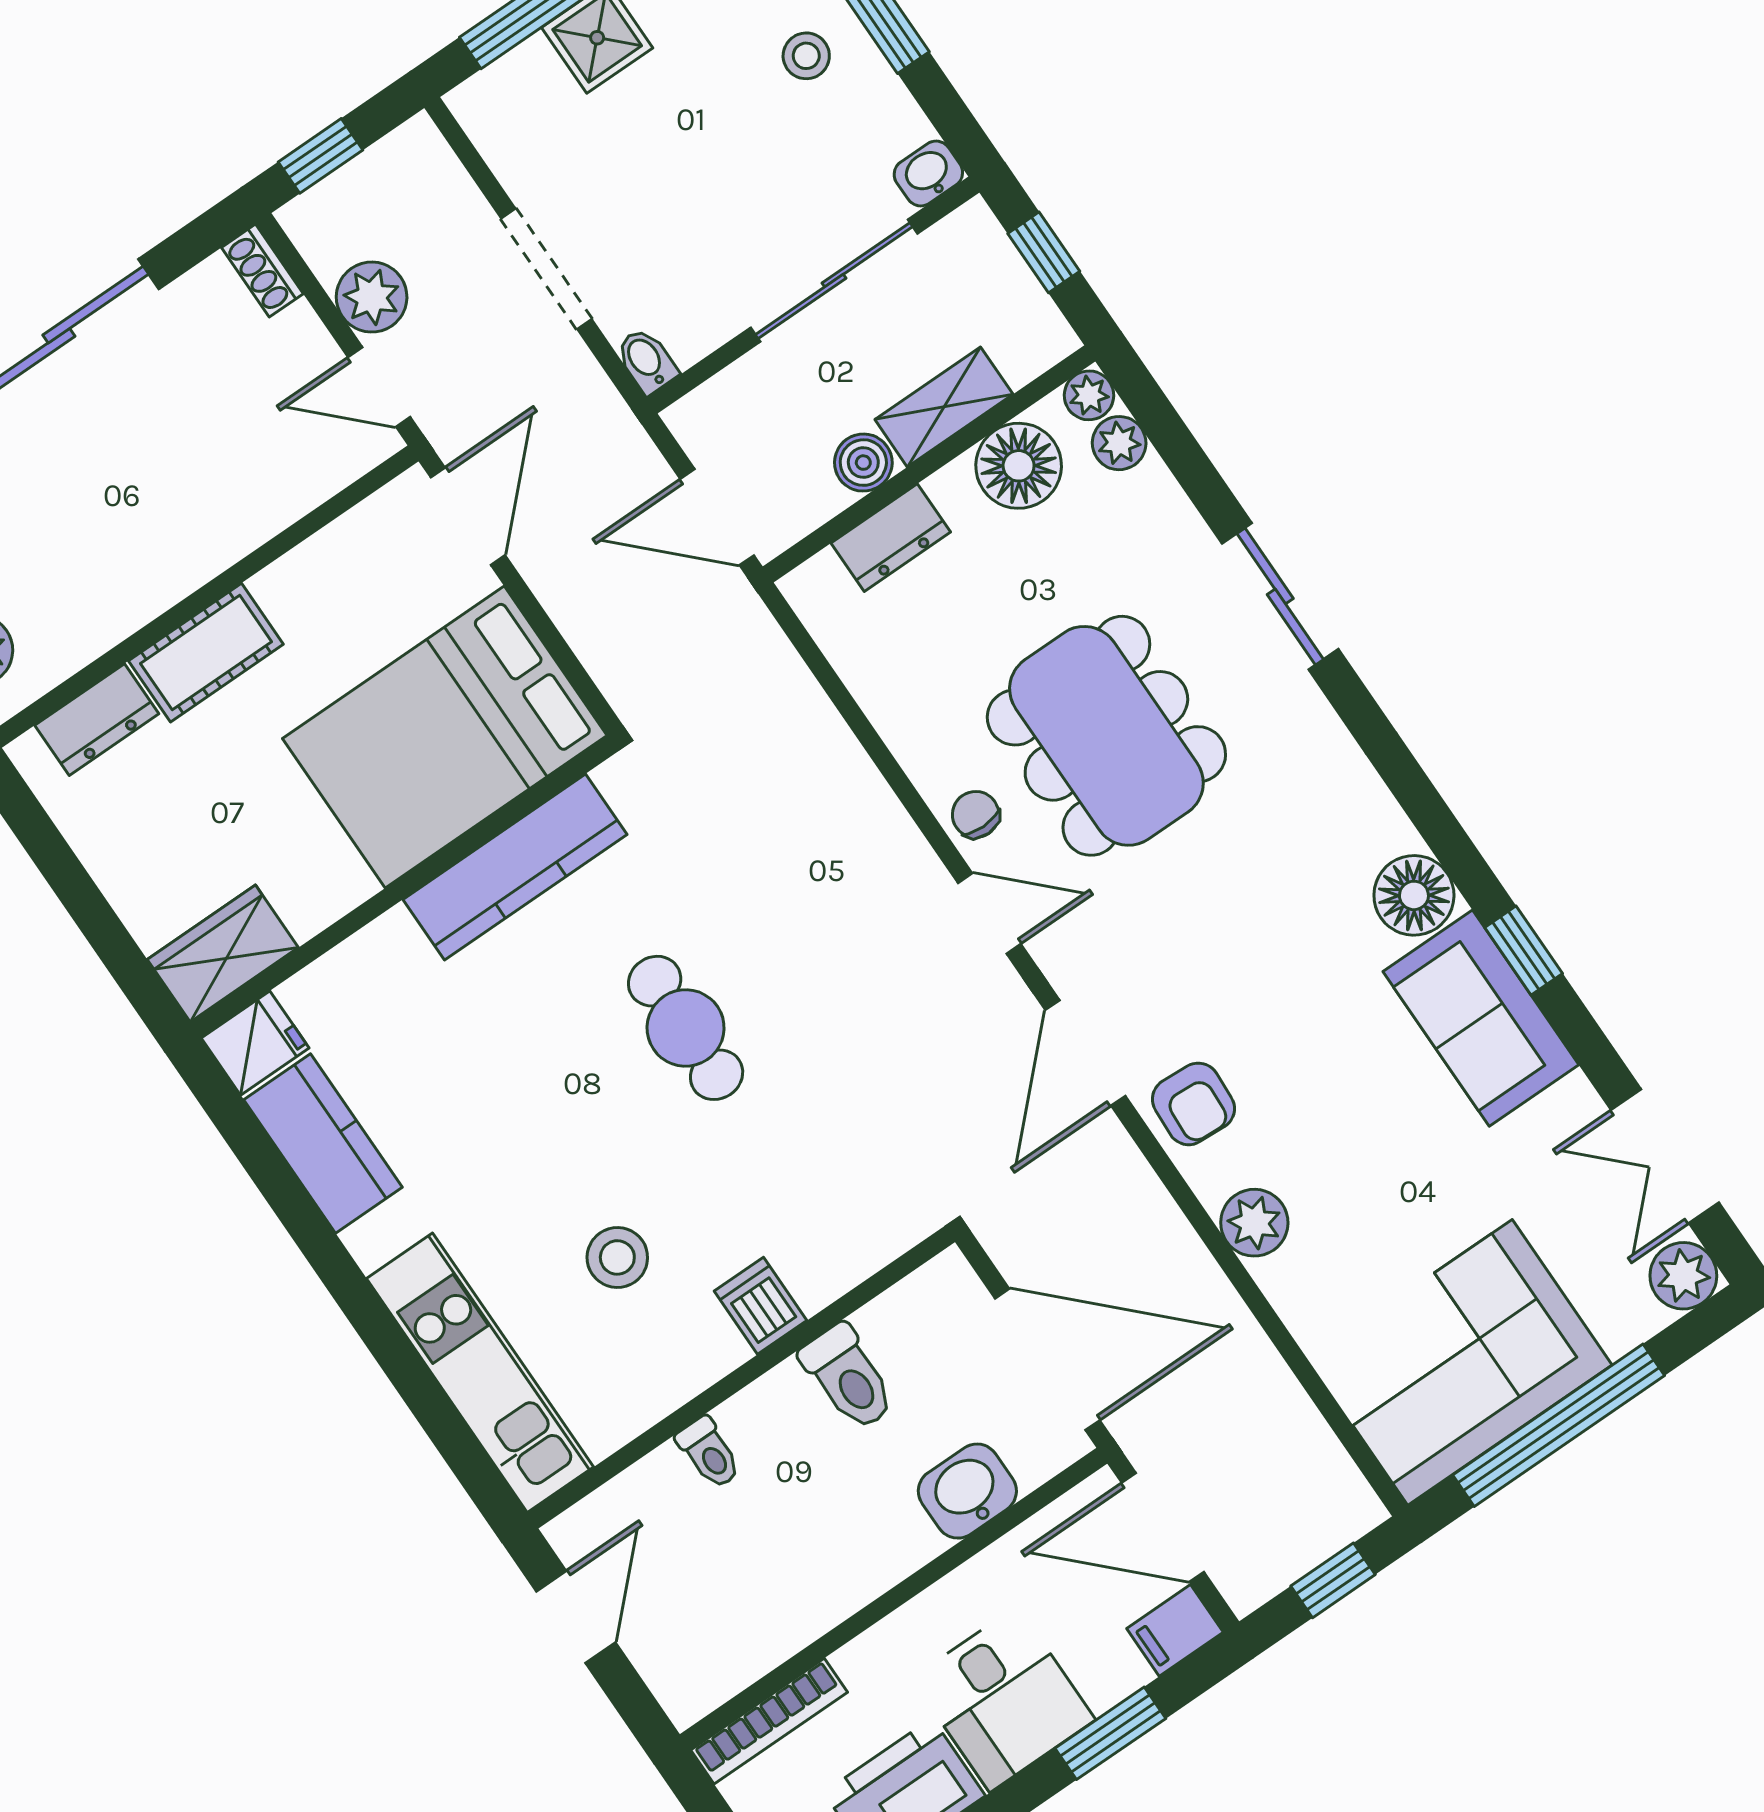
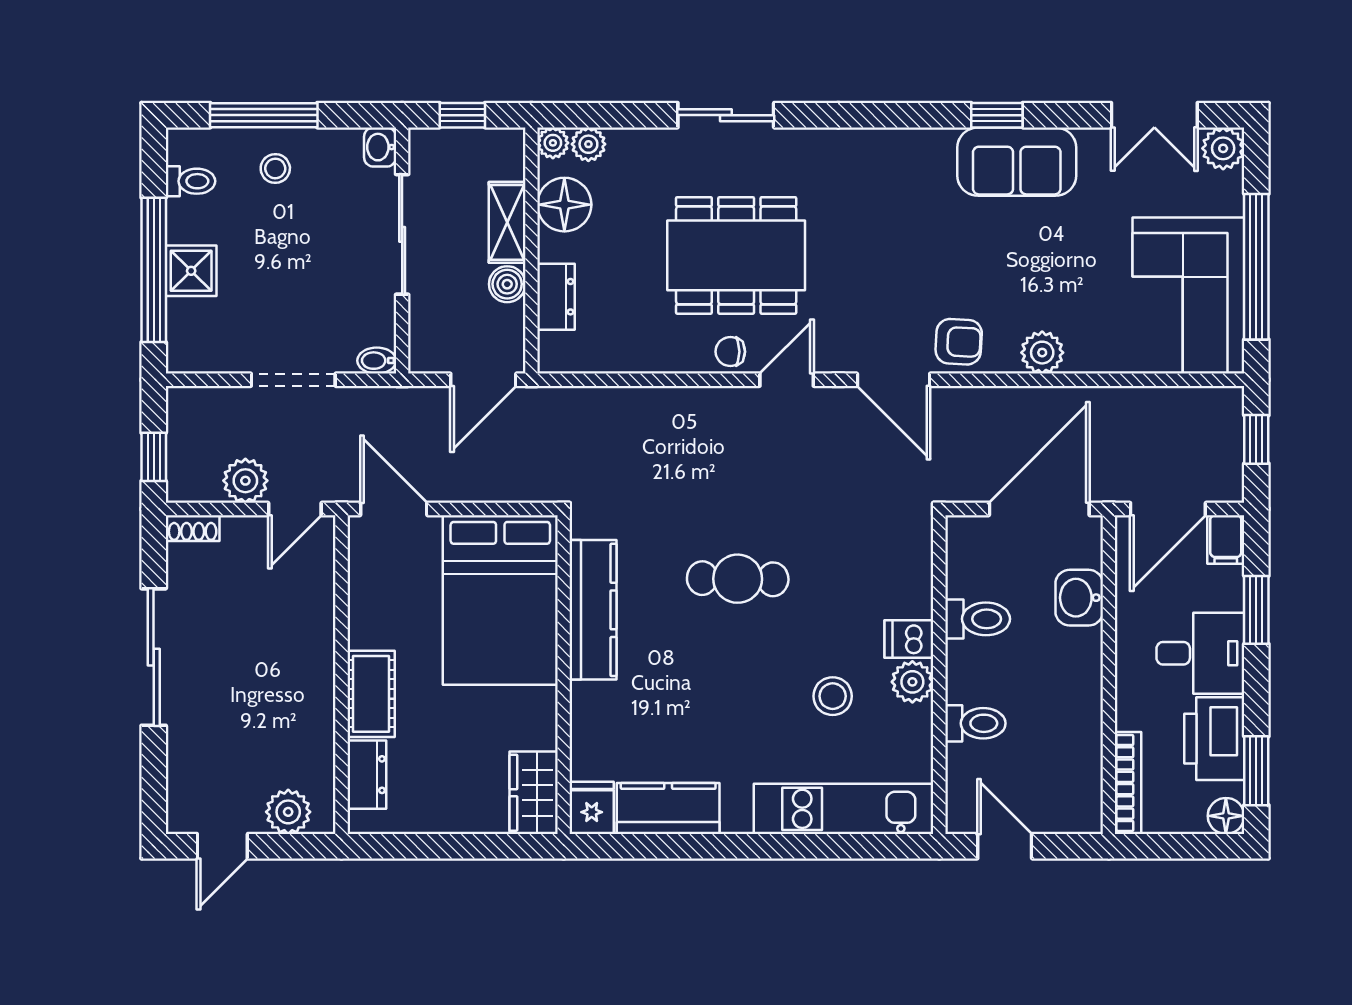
floor lamp: (1414, 895) -> (929, 153), removed
plant: (708, 1349) -> (912, 682), added
toilet: (709, 1453) -> (975, 723), width x1.37, depth x1.39

